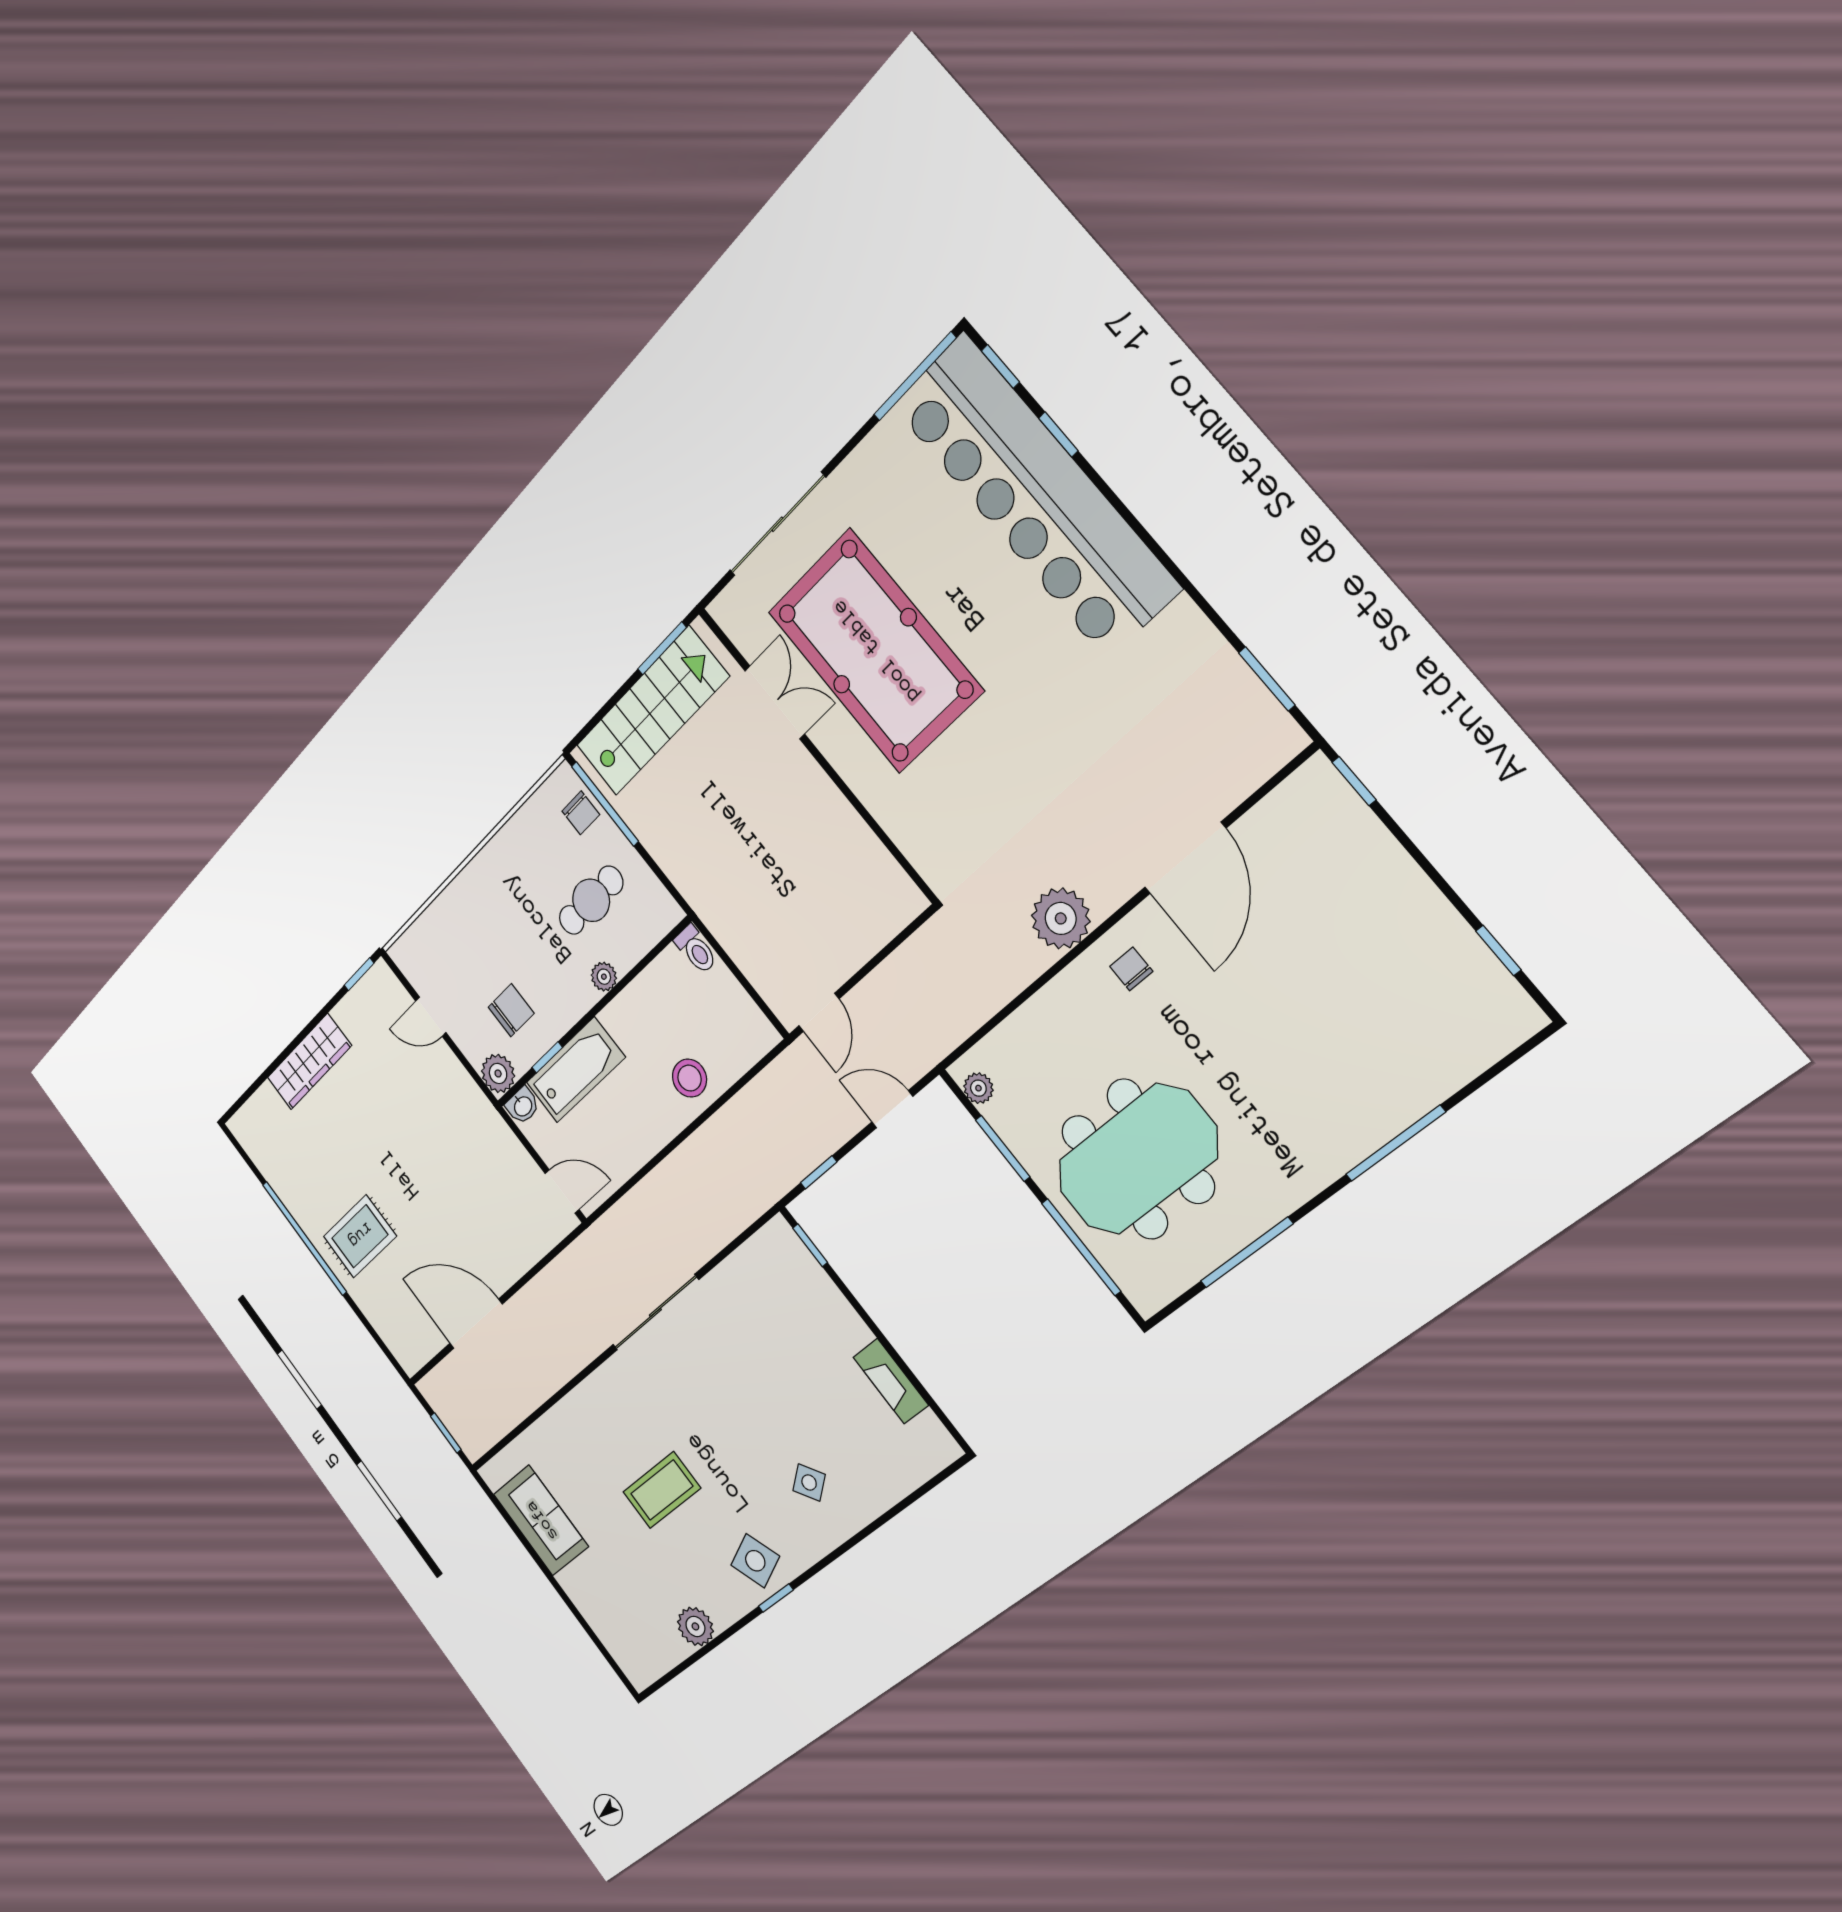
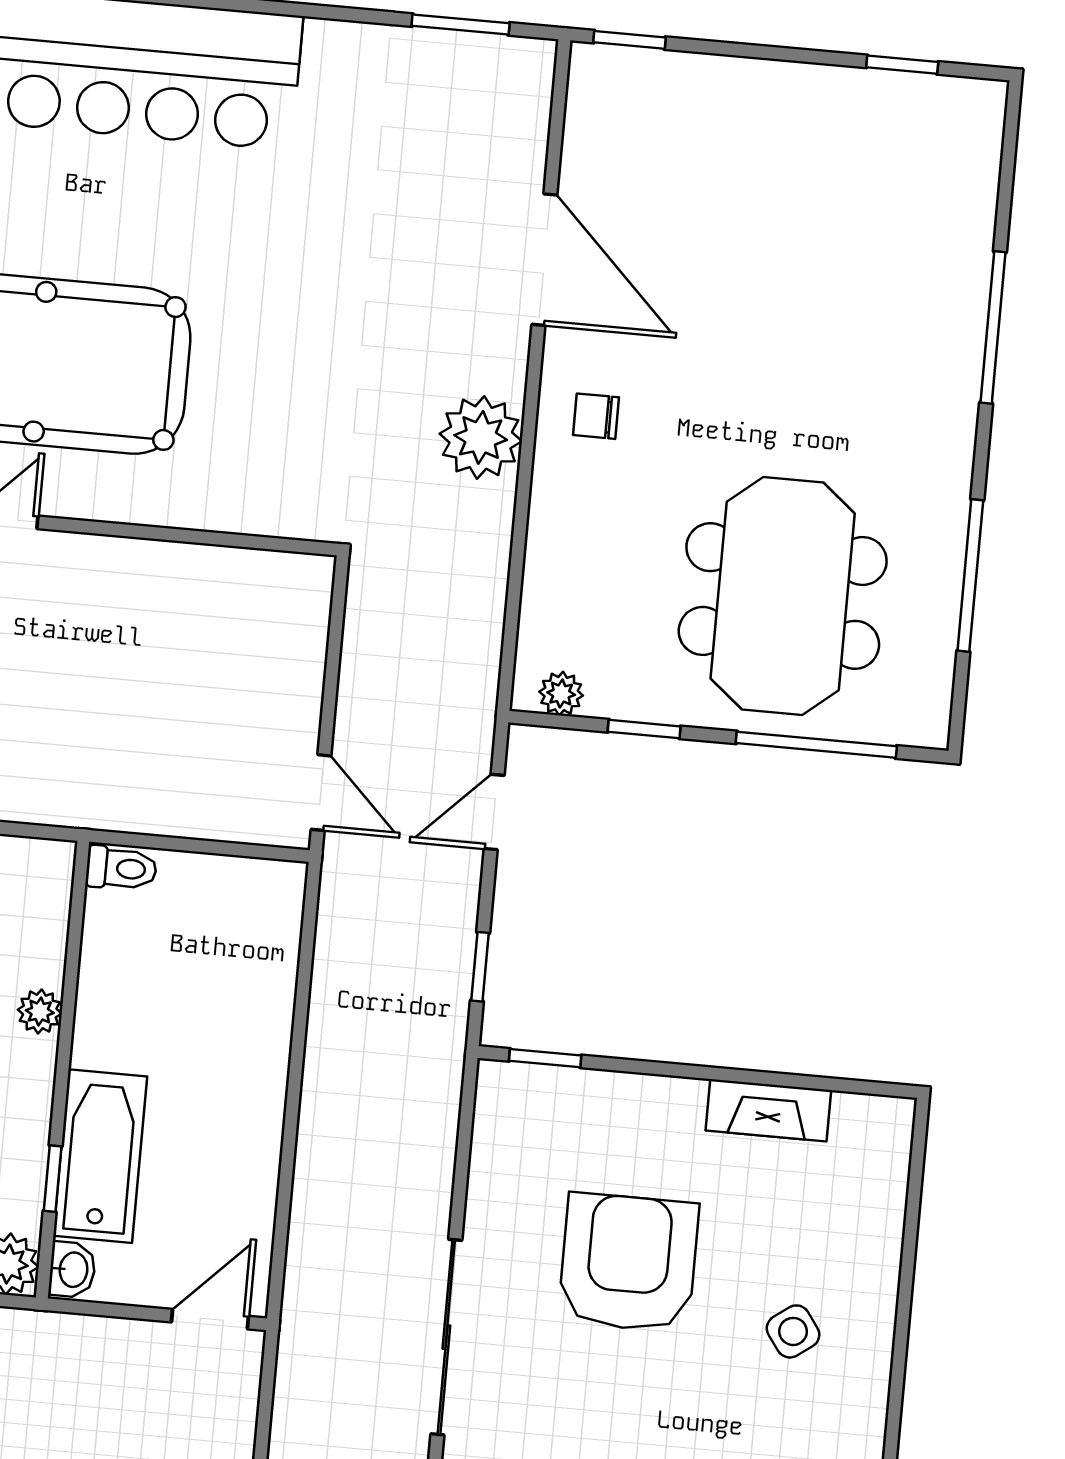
stool: (690, 1078) -> (242, 1020), removed
window: (1003, 1148) -> (644, 729), width x0.67
armchair: (764, 1372) -> (628, 1263), added

